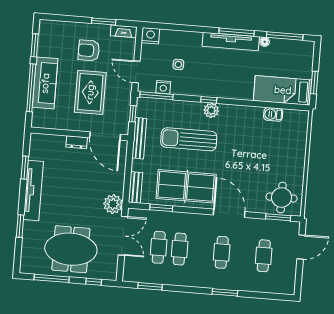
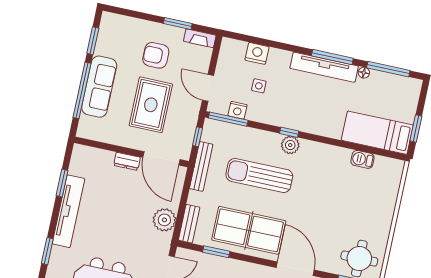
nightstand: (150, 36) -> (257, 53), moved
plant: (113, 204) -> (164, 220), moved

